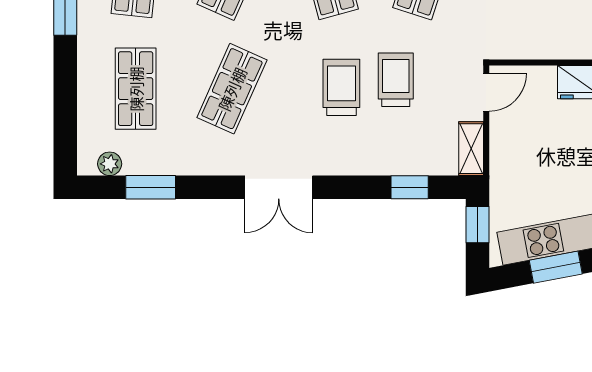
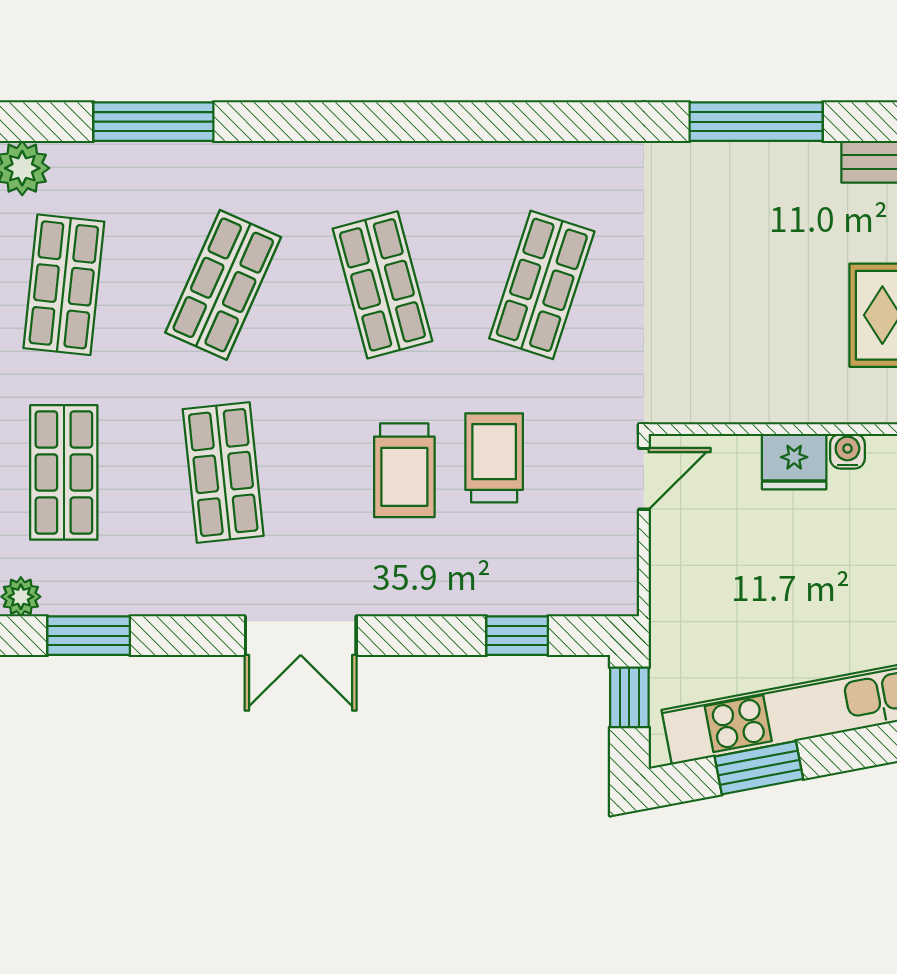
trolley: (341, 87) -> (404, 470), turned 180
shop shelf: (232, 89) -> (223, 472), turned -30
shelving: (471, 149) -> (619, 572), removed

